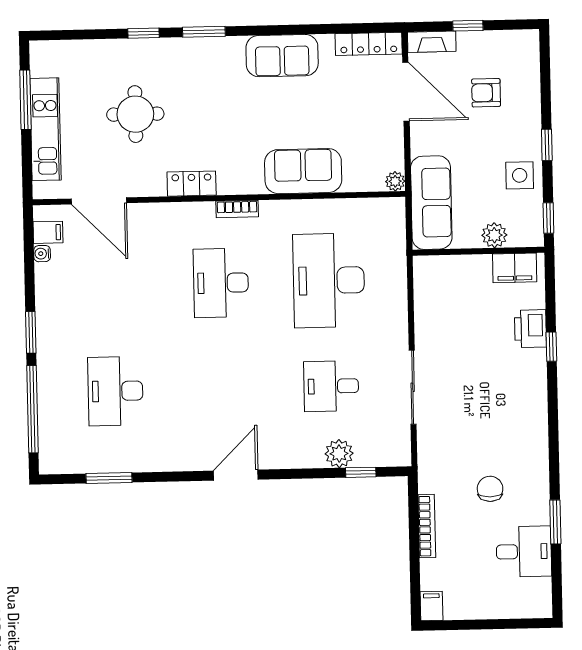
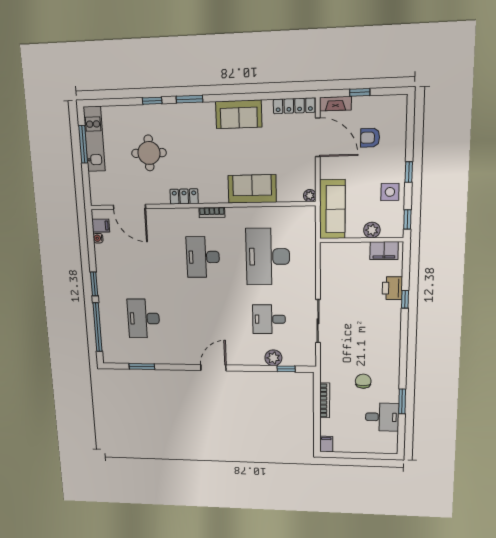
kitchen unit: (45, 129) -> (94, 139), moved

